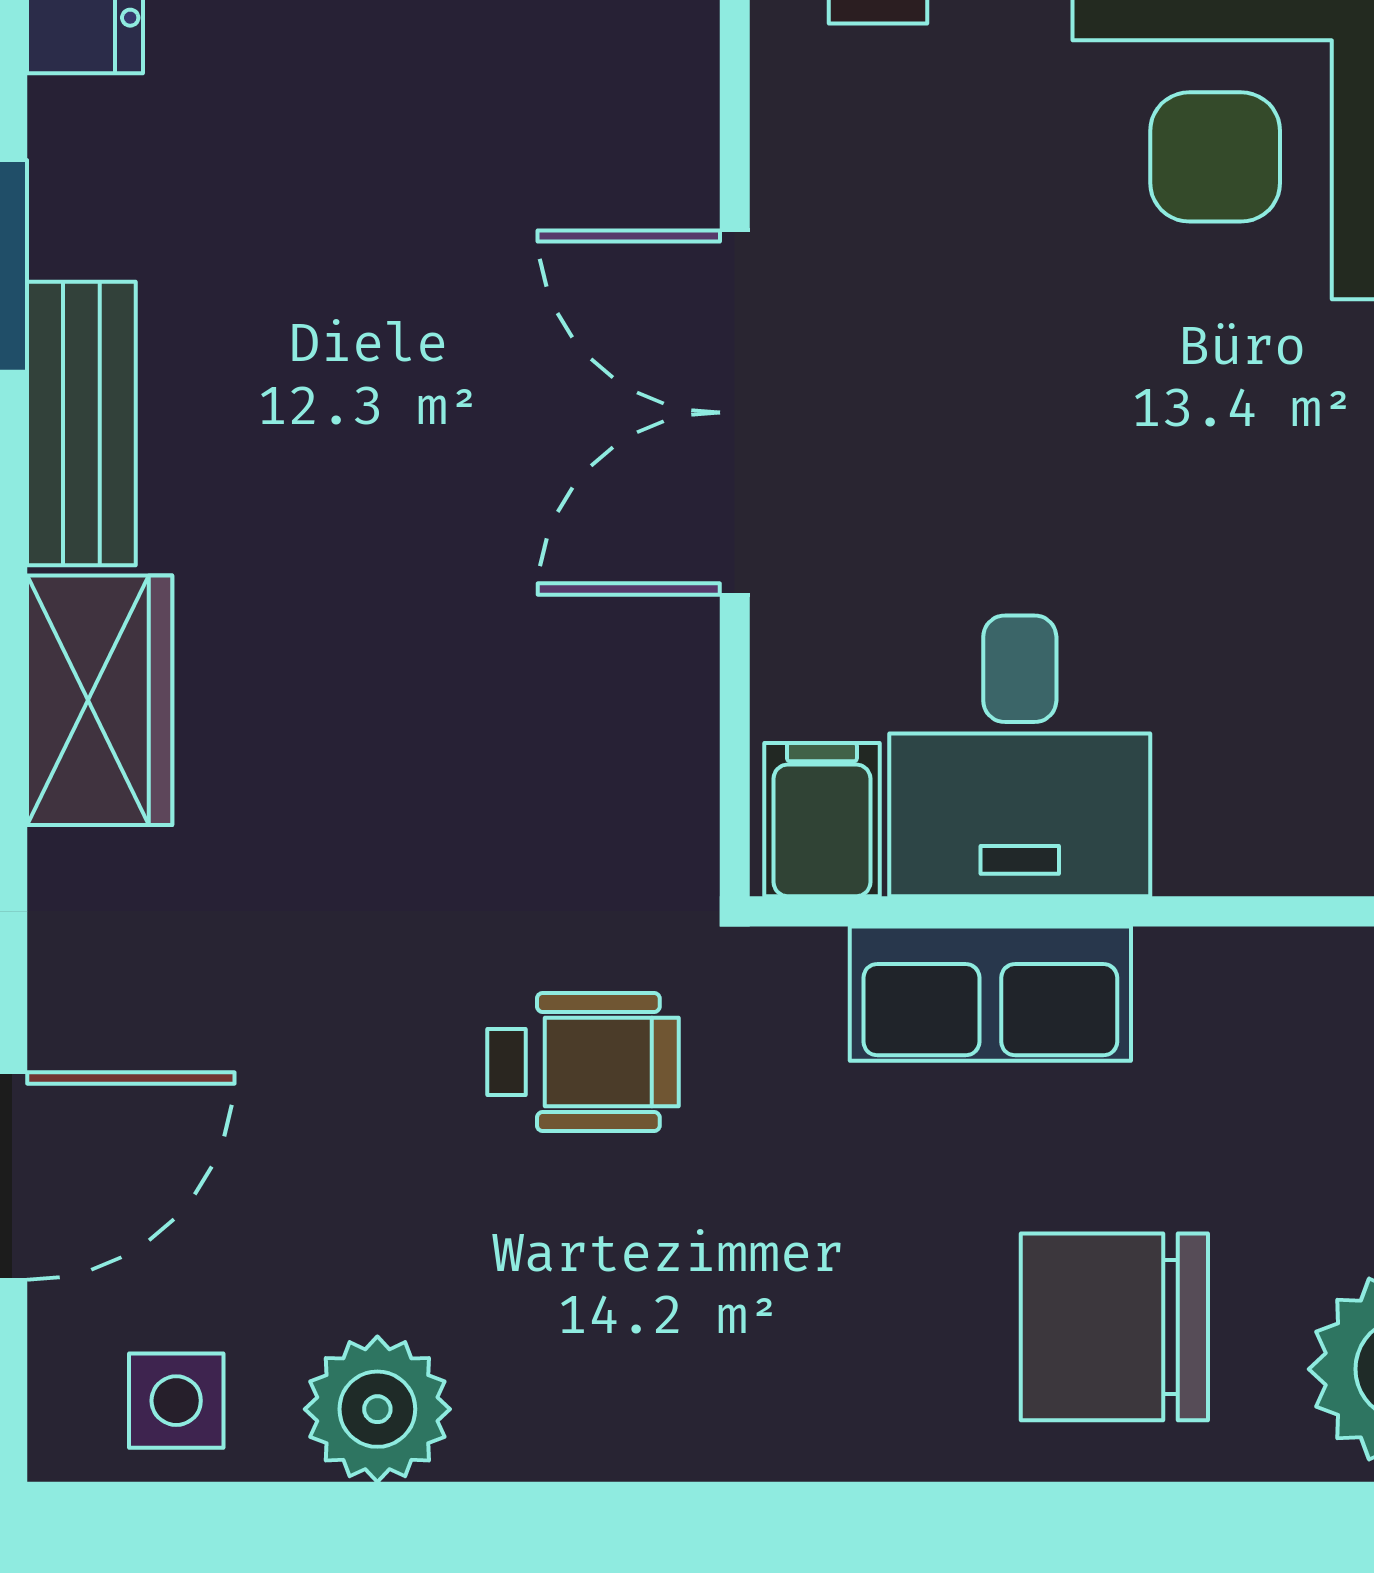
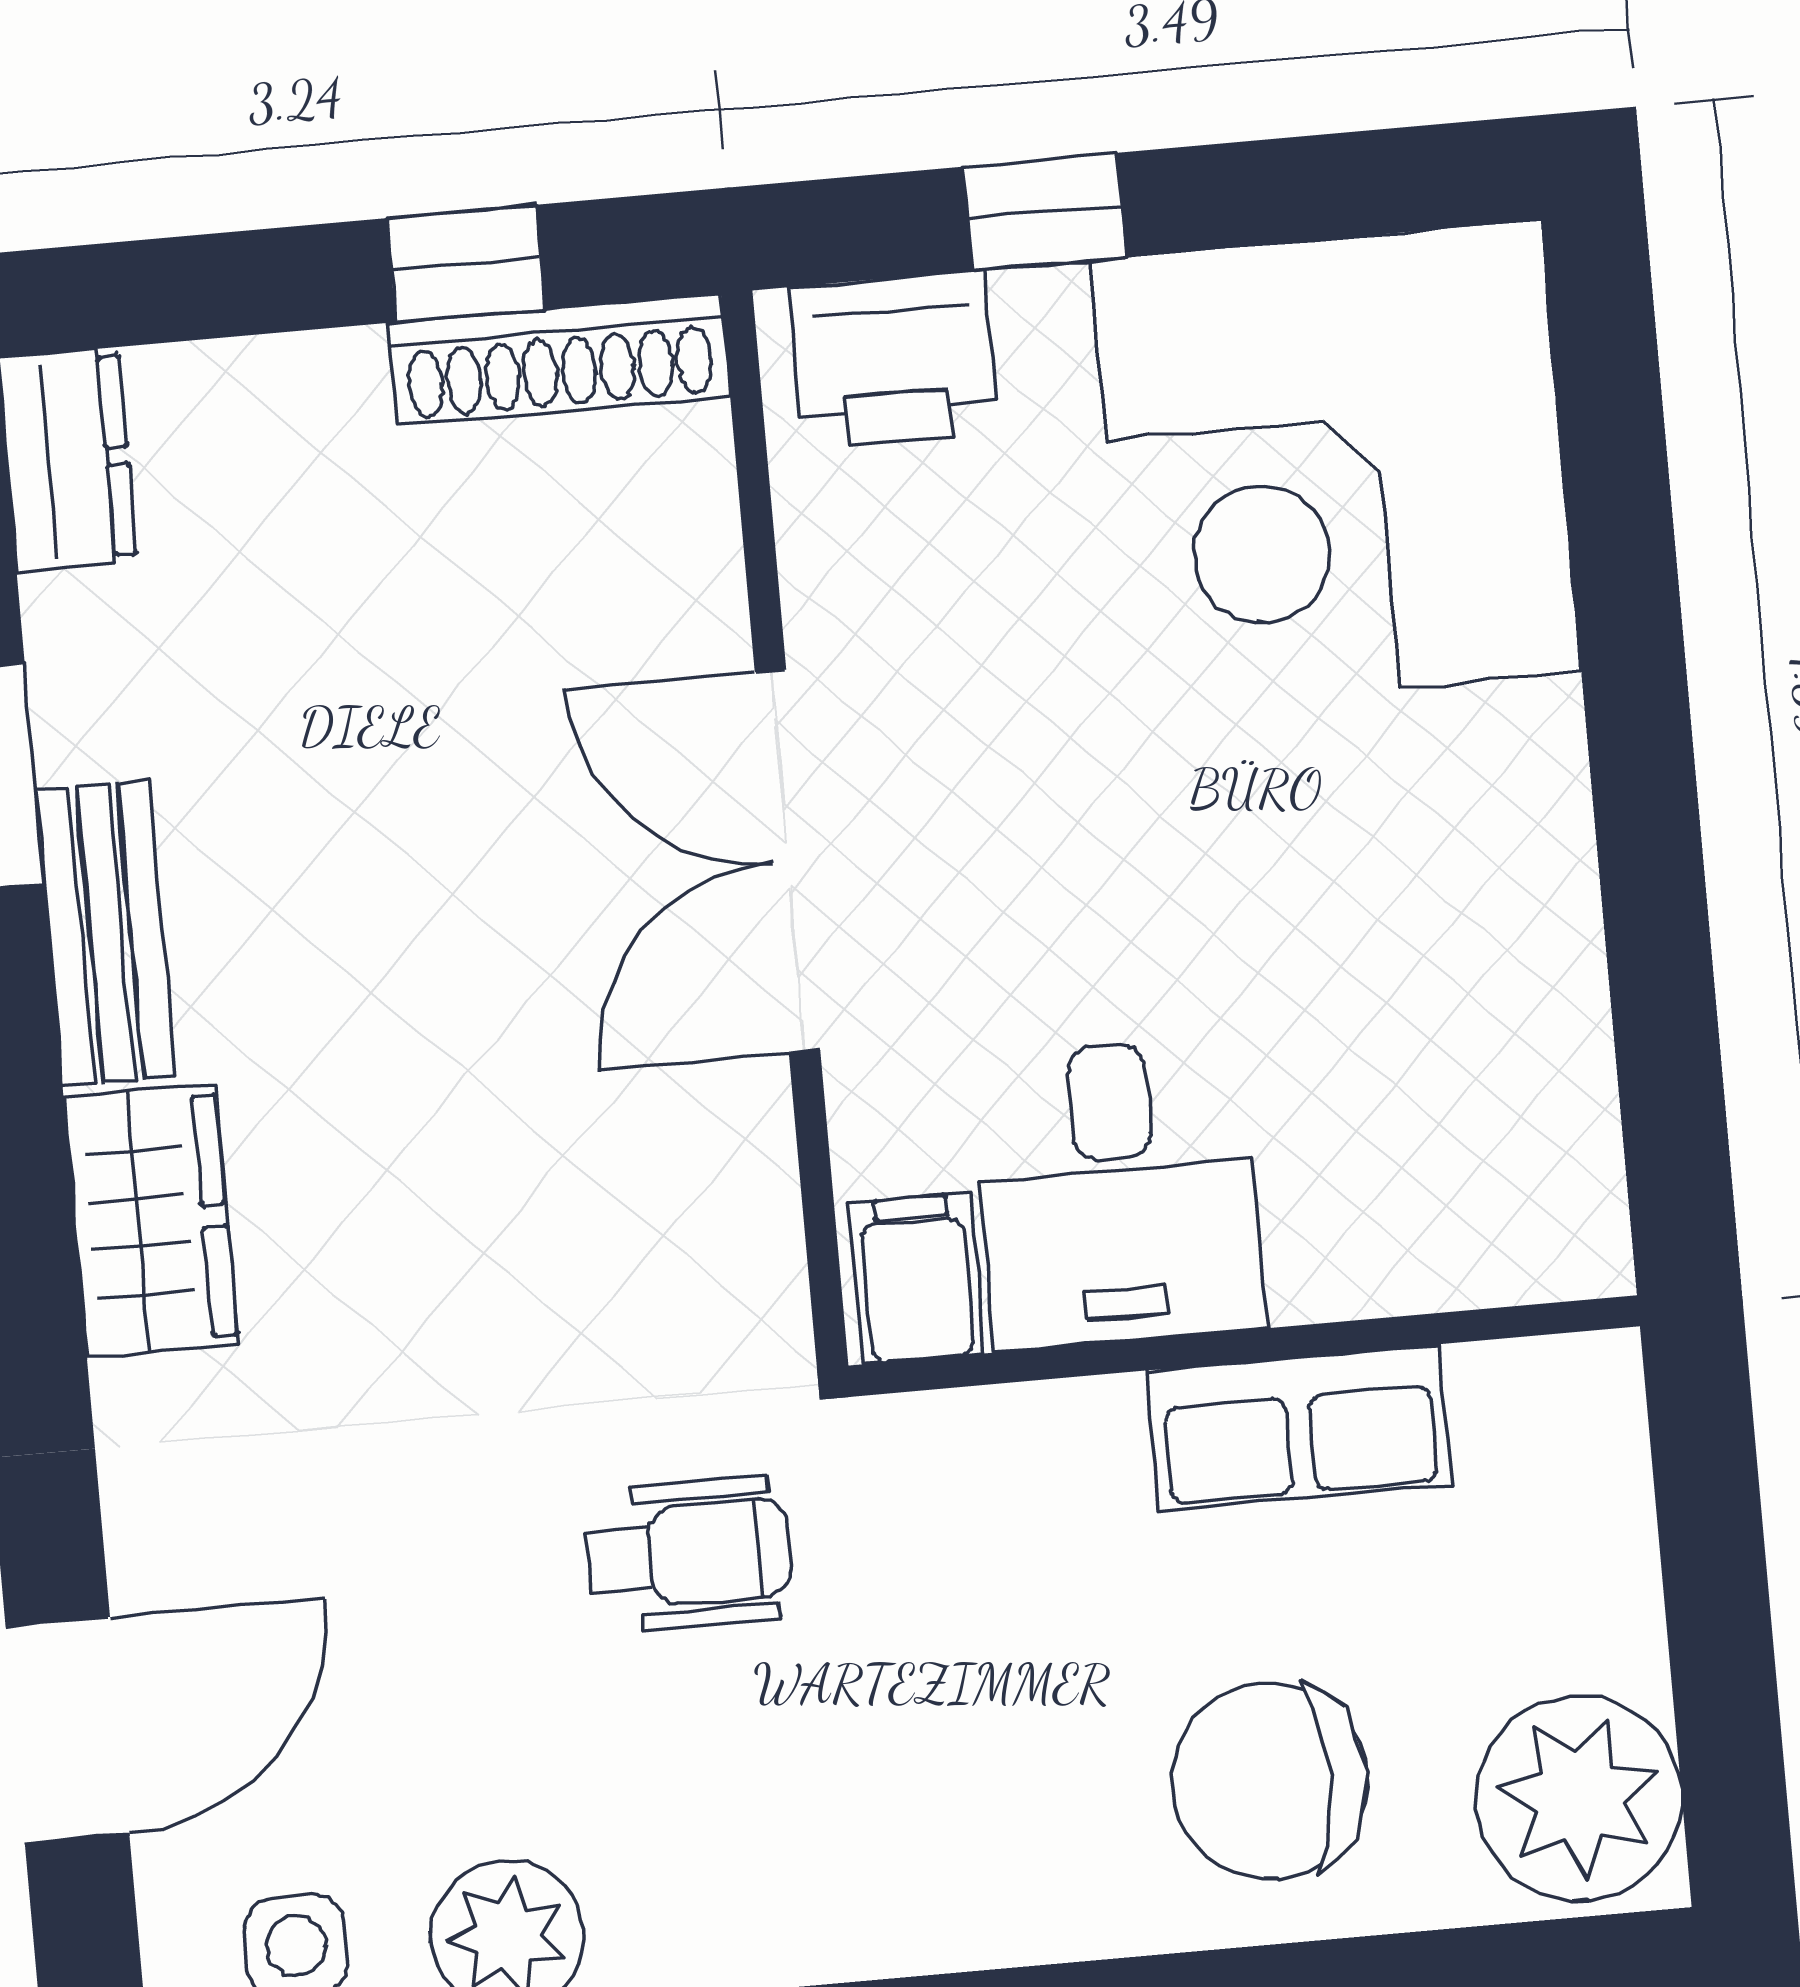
row of seats: (990, 994) -> (1299, 1428), moved

